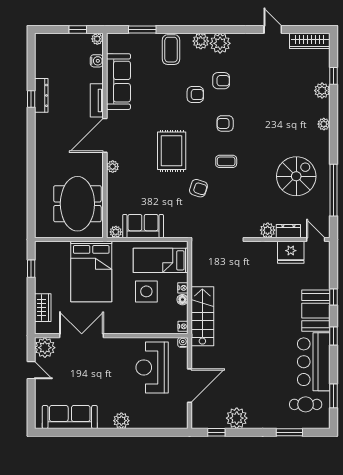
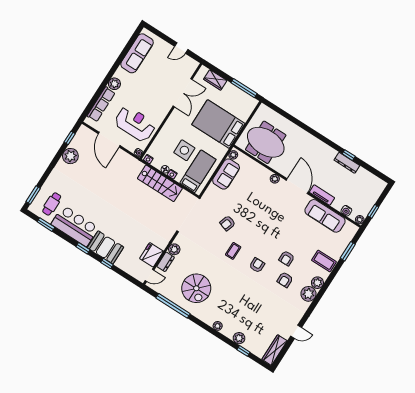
rug: (172, 151) -> (261, 221), removed
window: (31, 269) -> (244, 88), width x2.17
stairs: (202, 316) -> (160, 183), moved
plant: (45, 348) -> (190, 65), removed
row of seats: (155, 421) -> (101, 104), added
window: (289, 432) -> (33, 195), moved

